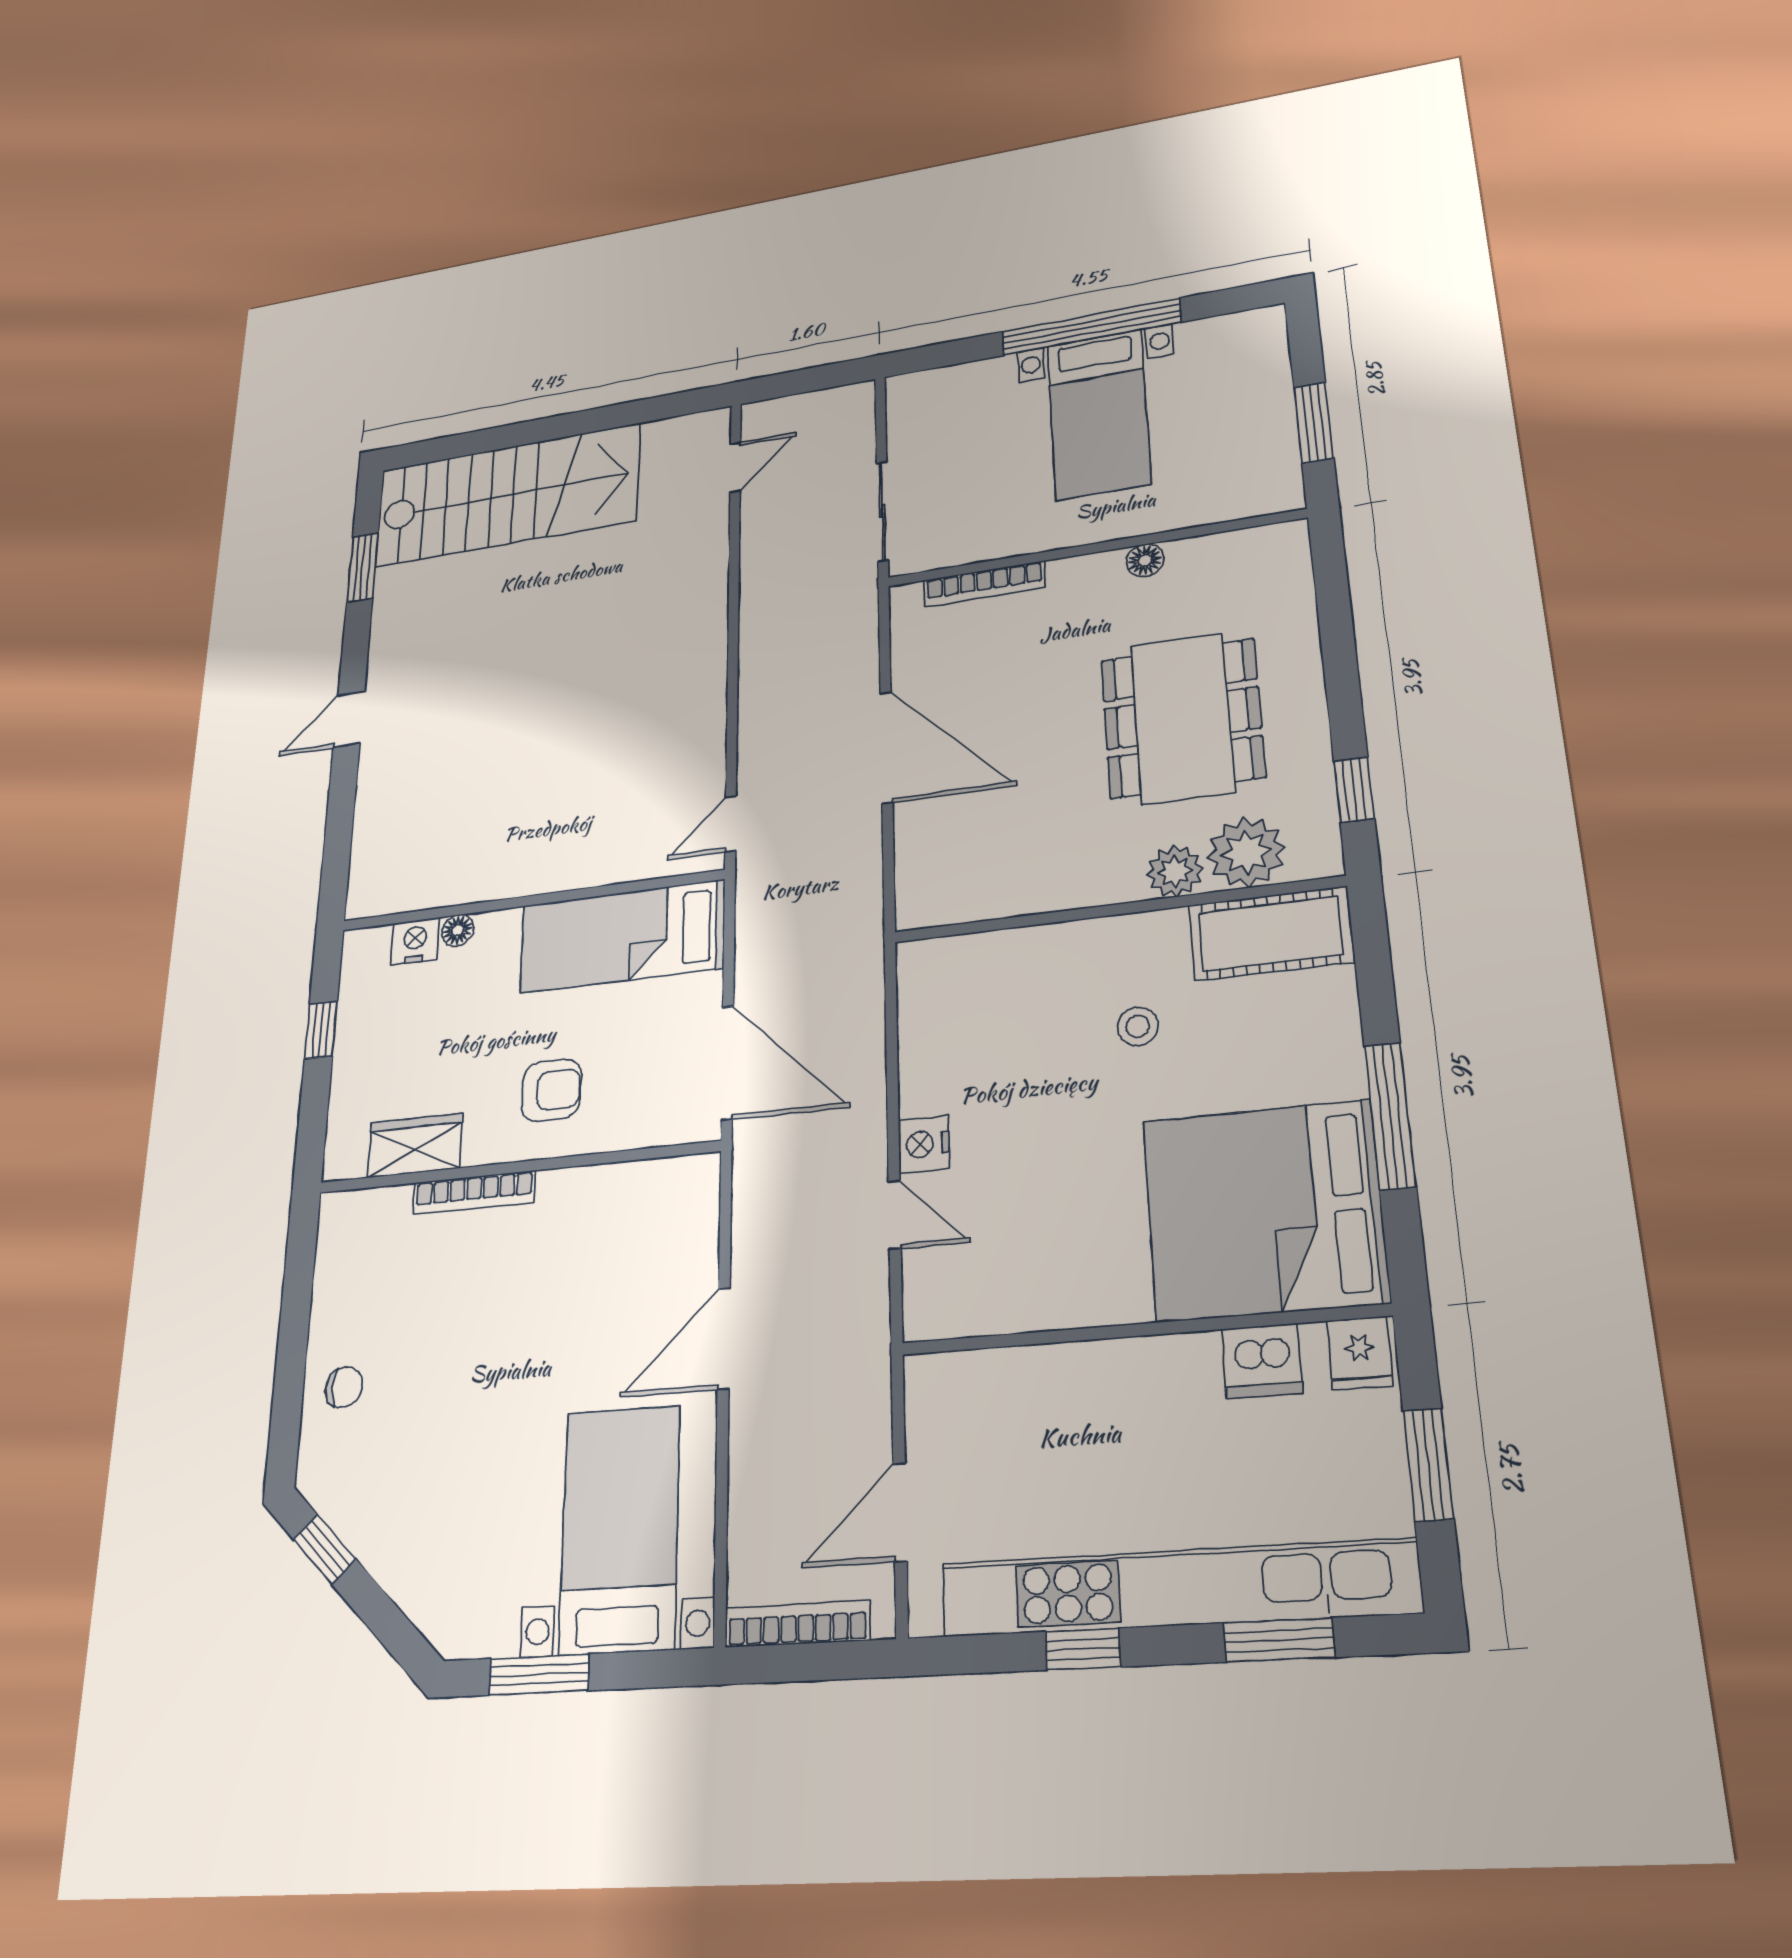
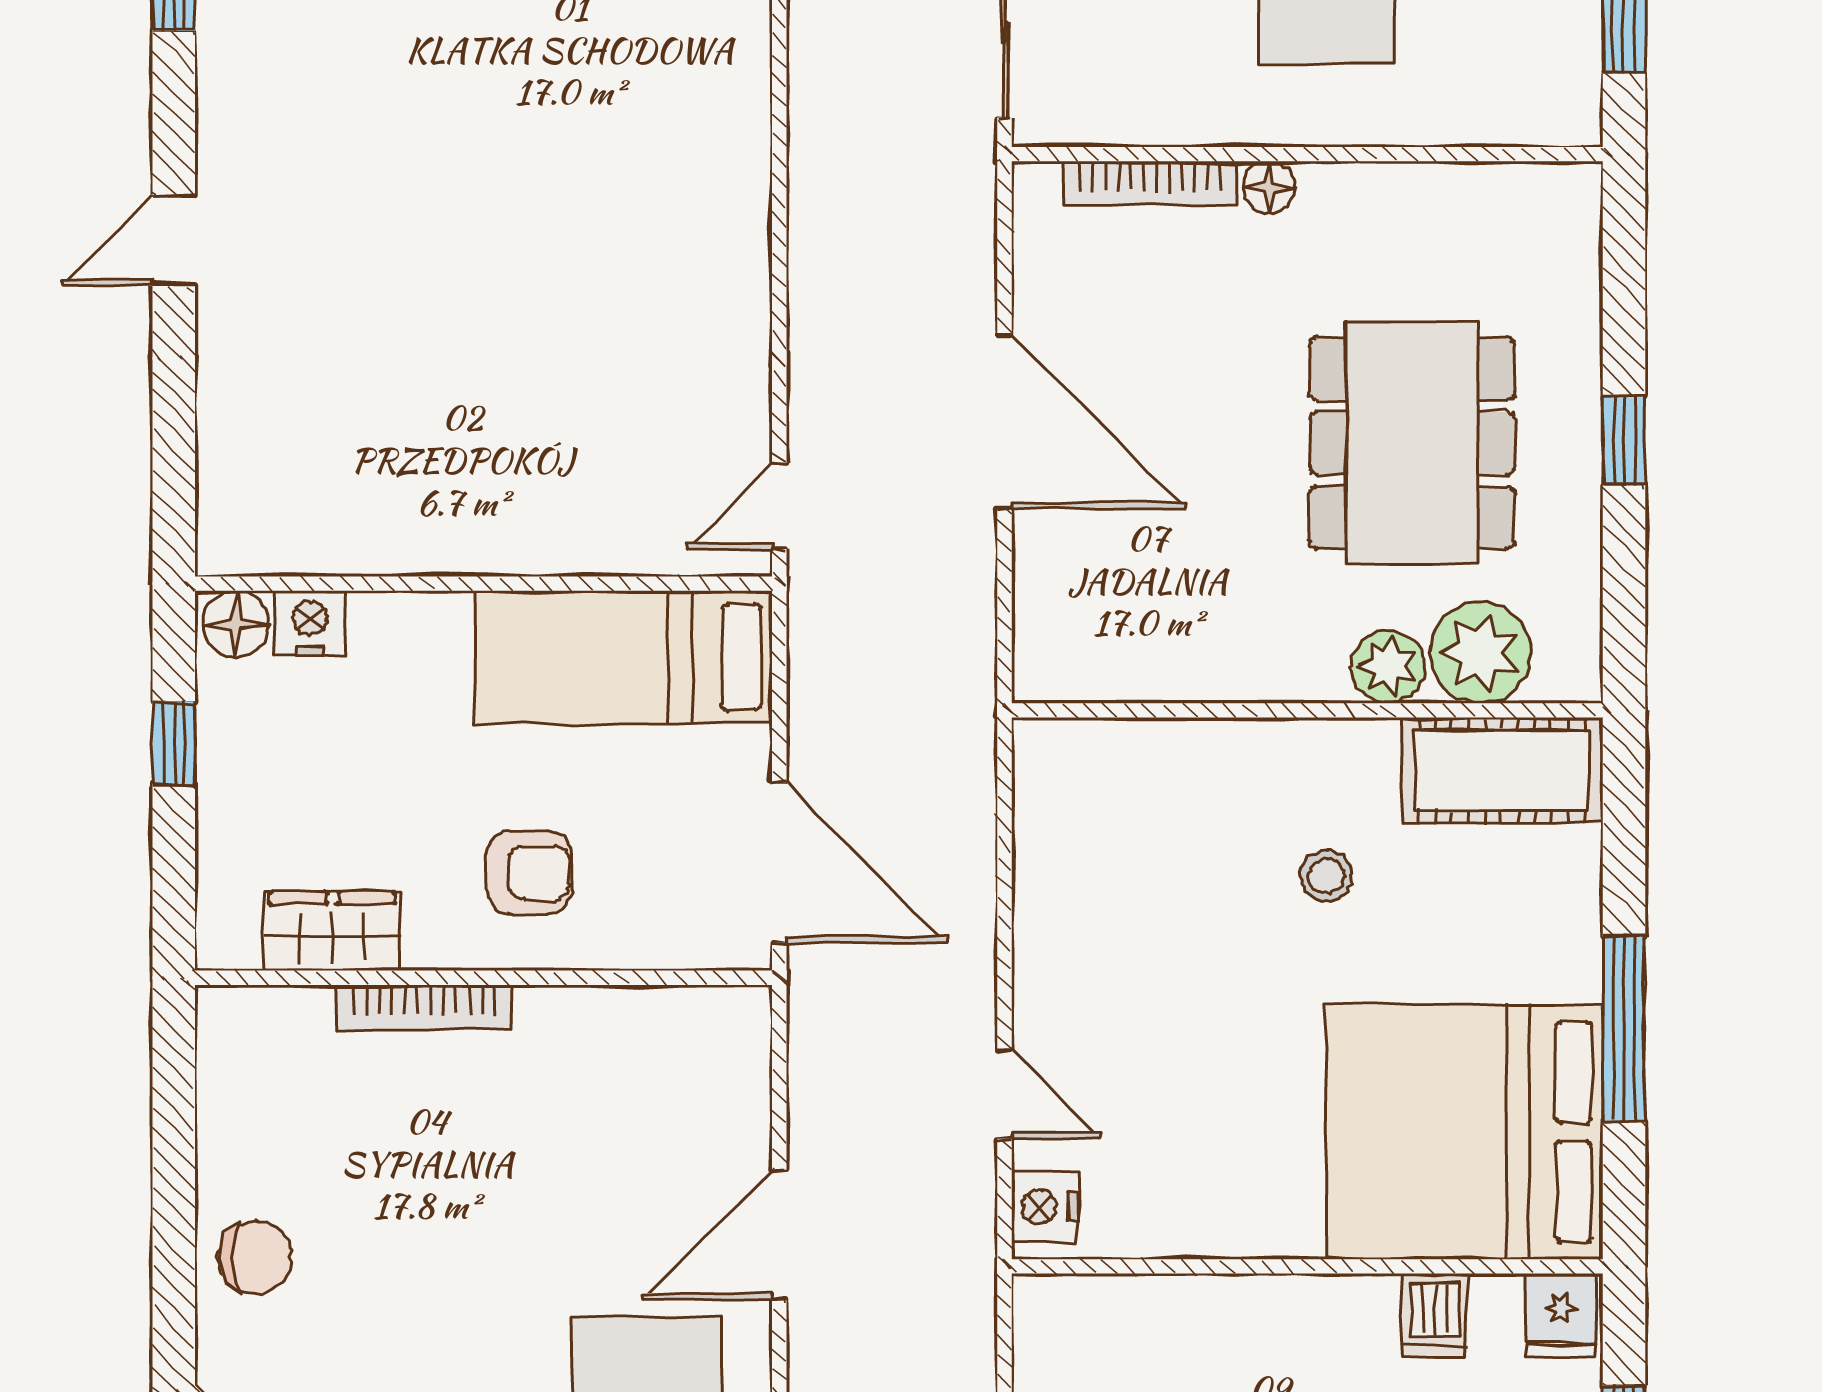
floor lamp: (1145, 560) -> (1269, 187), moved
window: (1354, 790) -> (1624, 440), moved
floor lamp: (458, 930) -> (236, 624), moved, width x1.37, depth x1.37
nightstand: (924, 1144) -> (1044, 1206), moved
dishwasher: (1262, 1361) -> (1435, 1315), width x0.73
chair: (344, 1387) -> (255, 1258), width x1.37, depth x1.37

